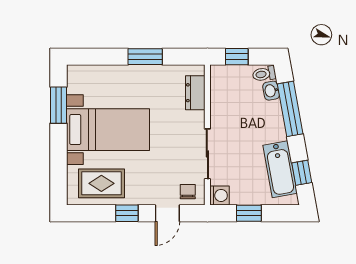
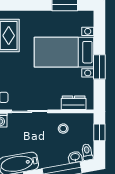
stool: (231, 107) -> (63, 129), added
bed with nightstands: (108, 130) -> (64, 52), moved, turned 90

